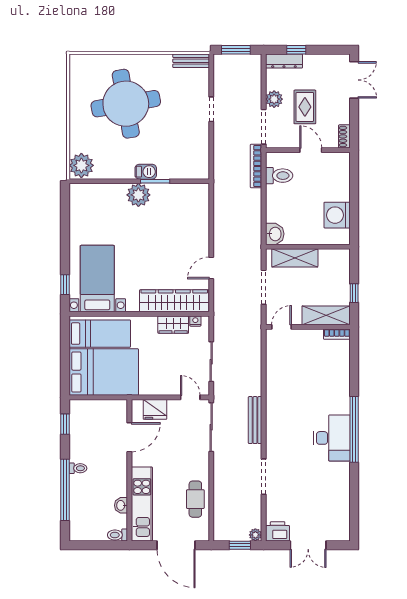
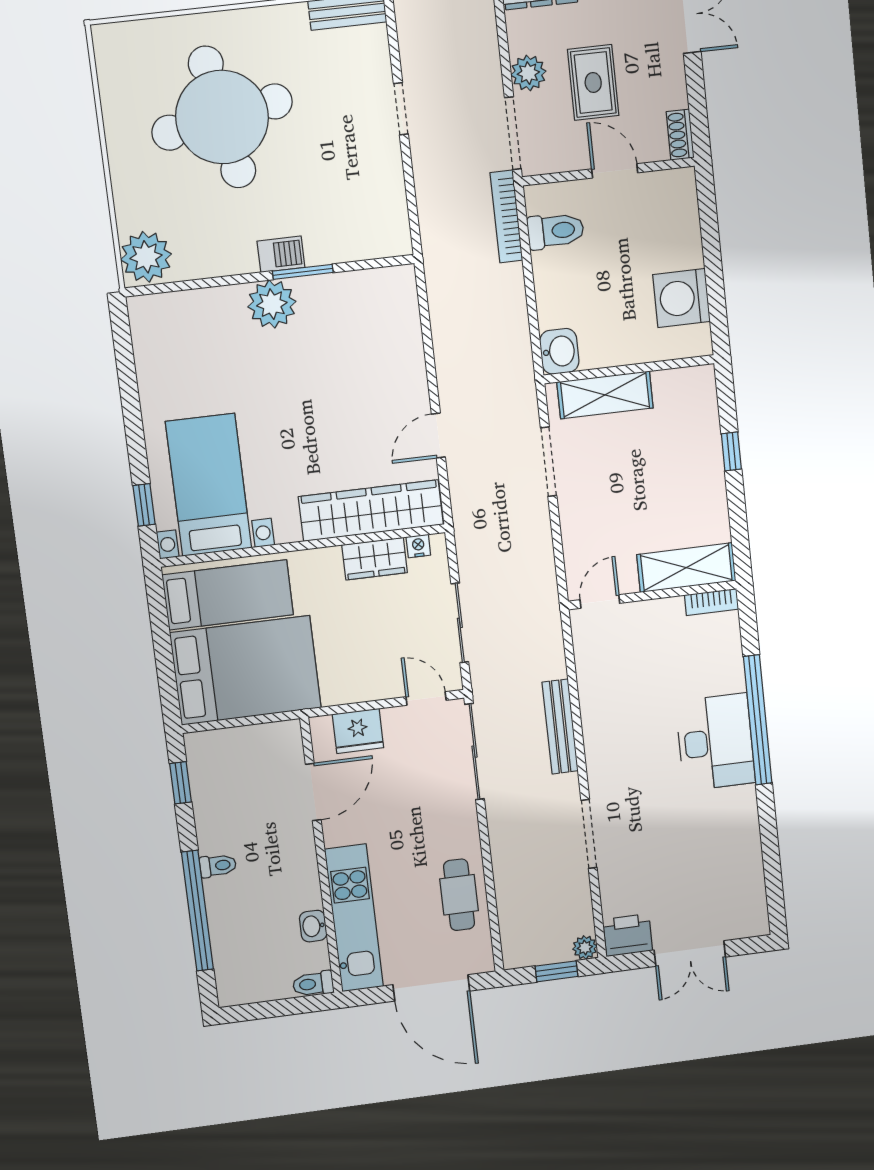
shelving: (326, 315) -> (686, 568), moved
door: (281, 327) -> (600, 601), moved
wall: (308, 327) -> (652, 595), moved
bookcase: (337, 334) -> (711, 602), moved

